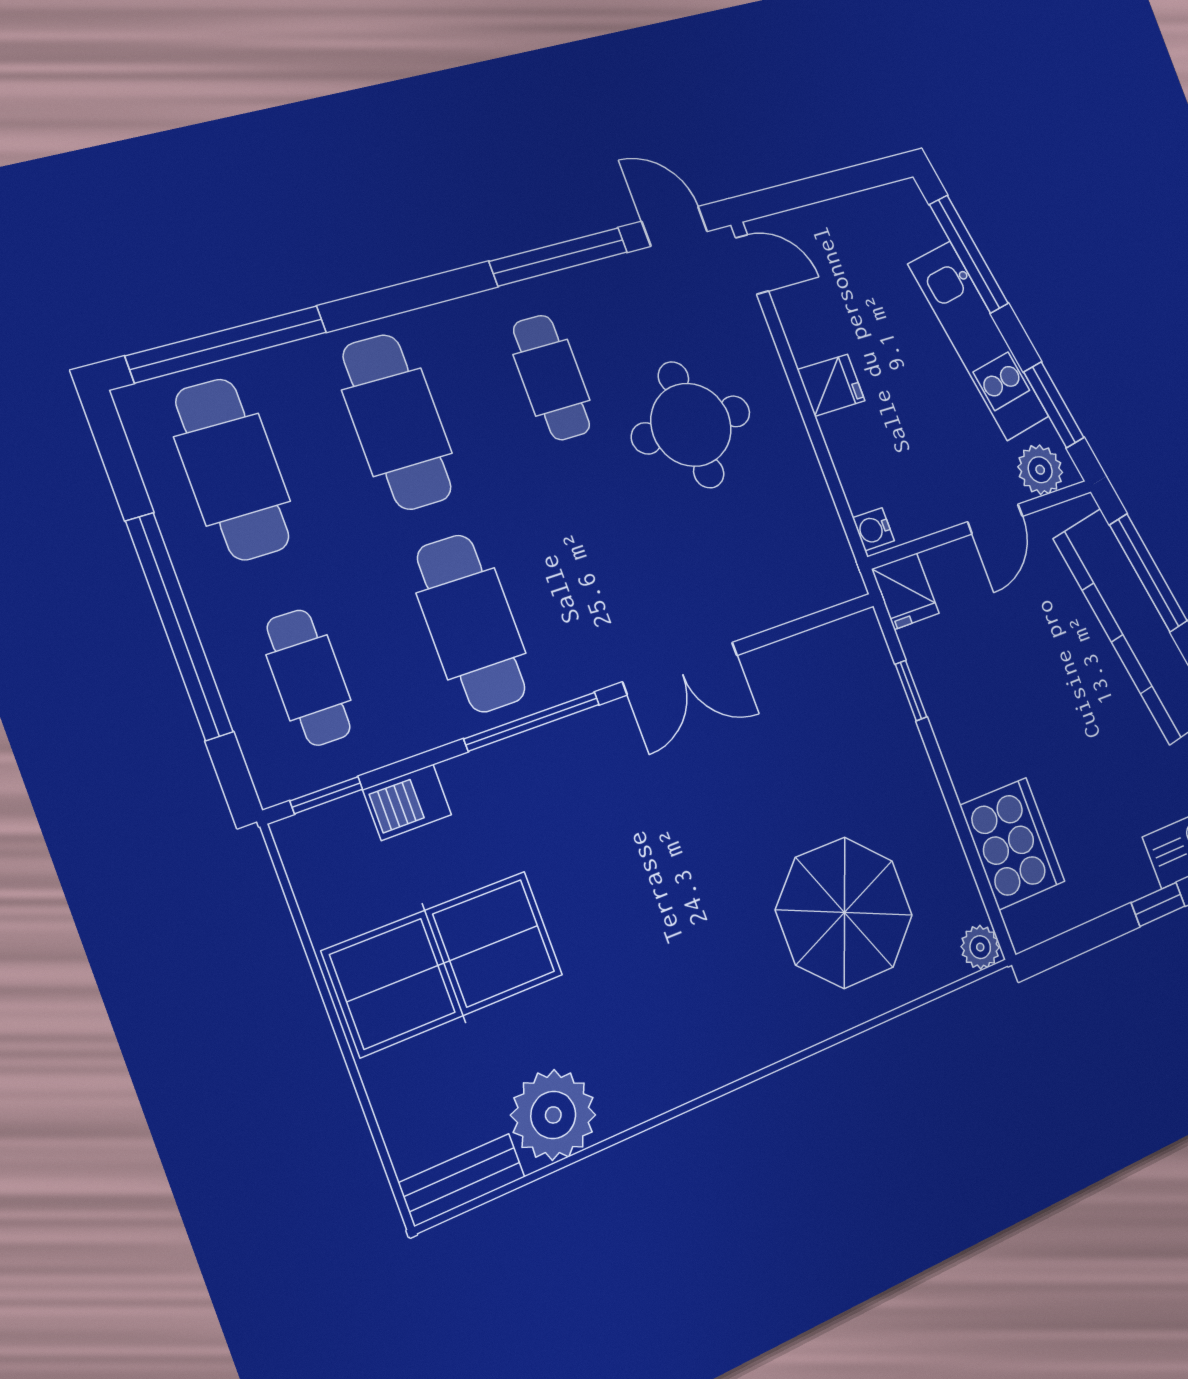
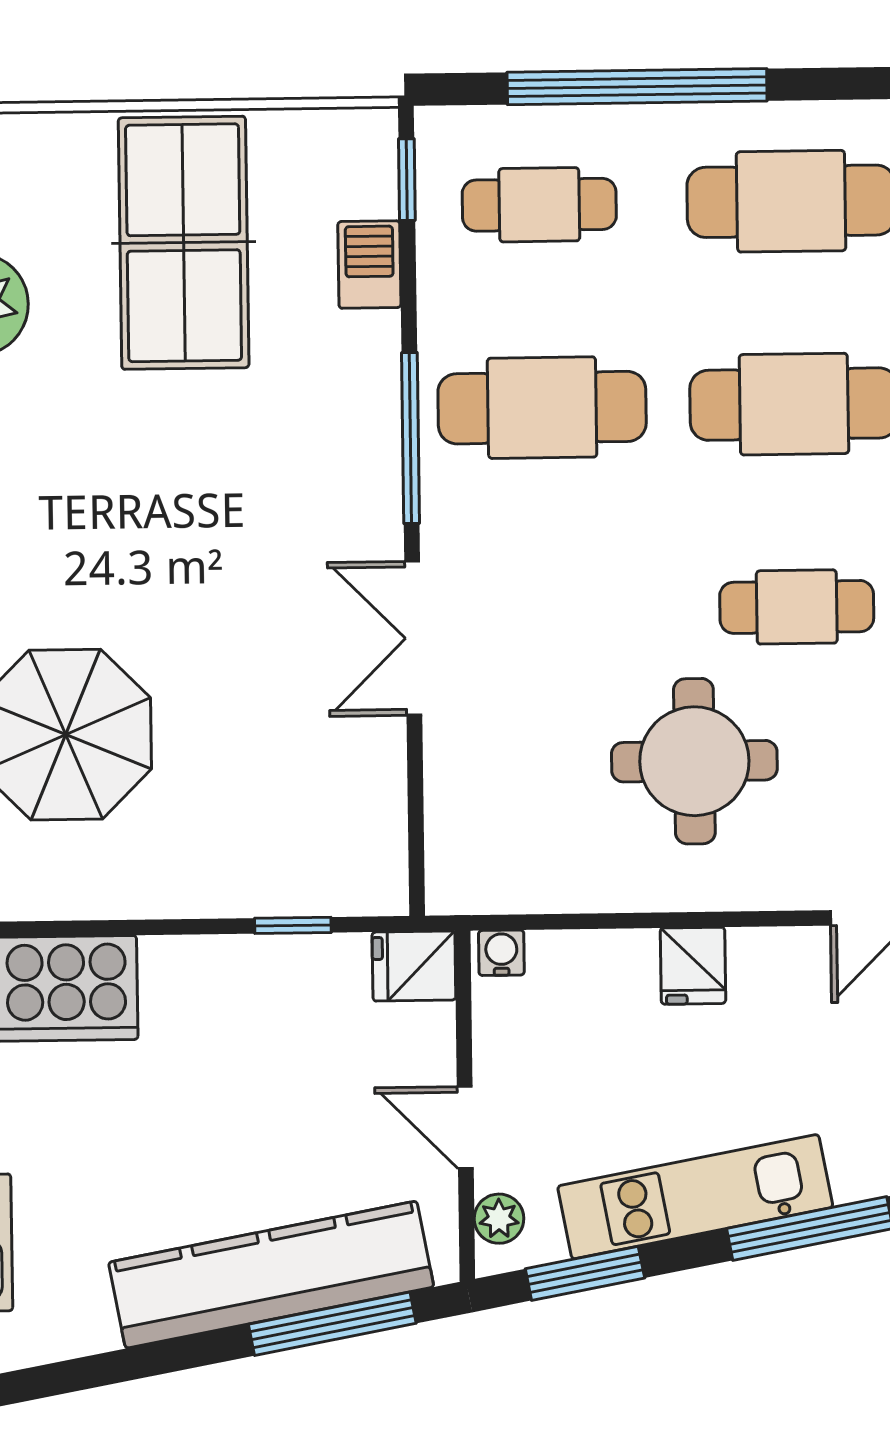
plant: (1040, 470) -> (499, 1219), width x0.73, depth x0.73

